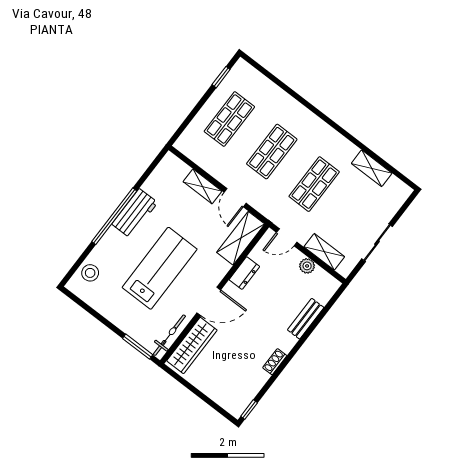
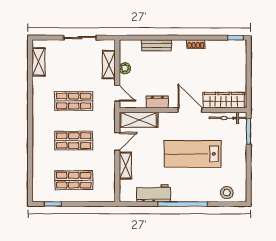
shelving: (372, 168) -> (39, 62), moved
workbench: (135, 213) -> (154, 193), moved

